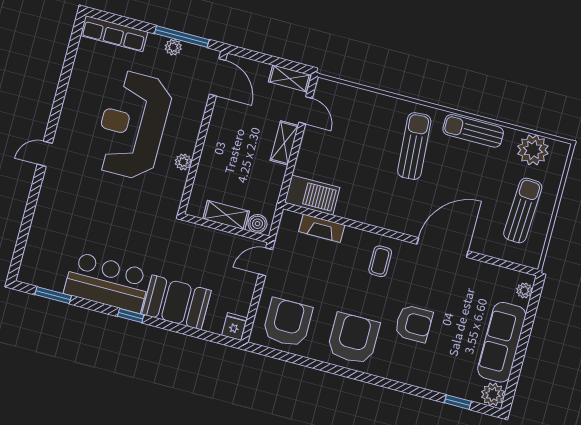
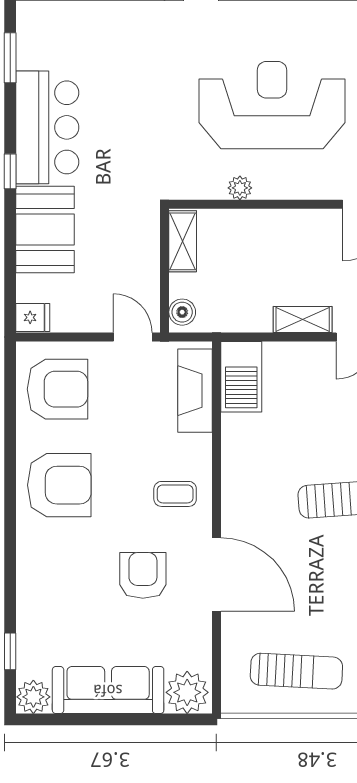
shelving: (226, 215) -> (183, 241), moved
fireplace: (322, 228) -> (195, 391), width x1.37, depth x1.32
plant: (524, 290) -> (187, 692), width x1.88, depth x1.88
armchair: (414, 324) -> (143, 575), moved, turned 180

